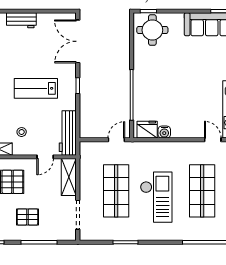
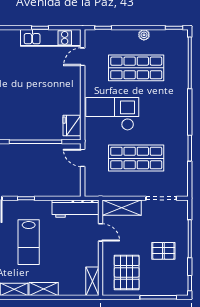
stool: (22, 132) -> (74, 257), removed
water cooler: (164, 132) -> (75, 108), removed
checkout: (156, 197) -> (112, 114), moved
pallet: (27, 217) -> (163, 251), turned 90

